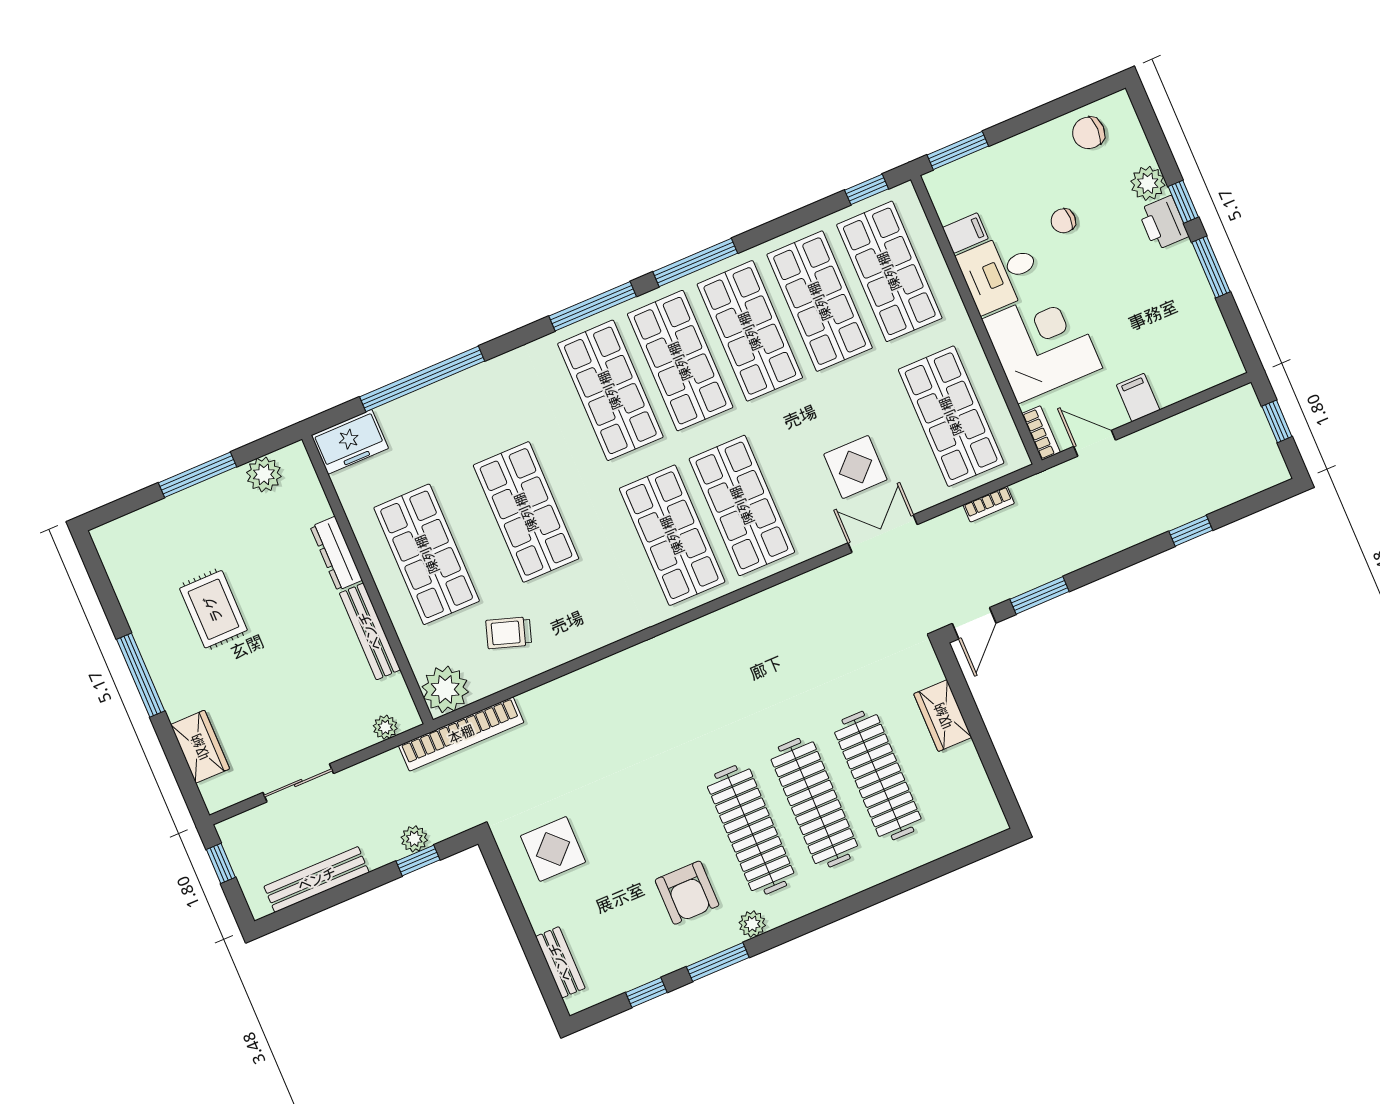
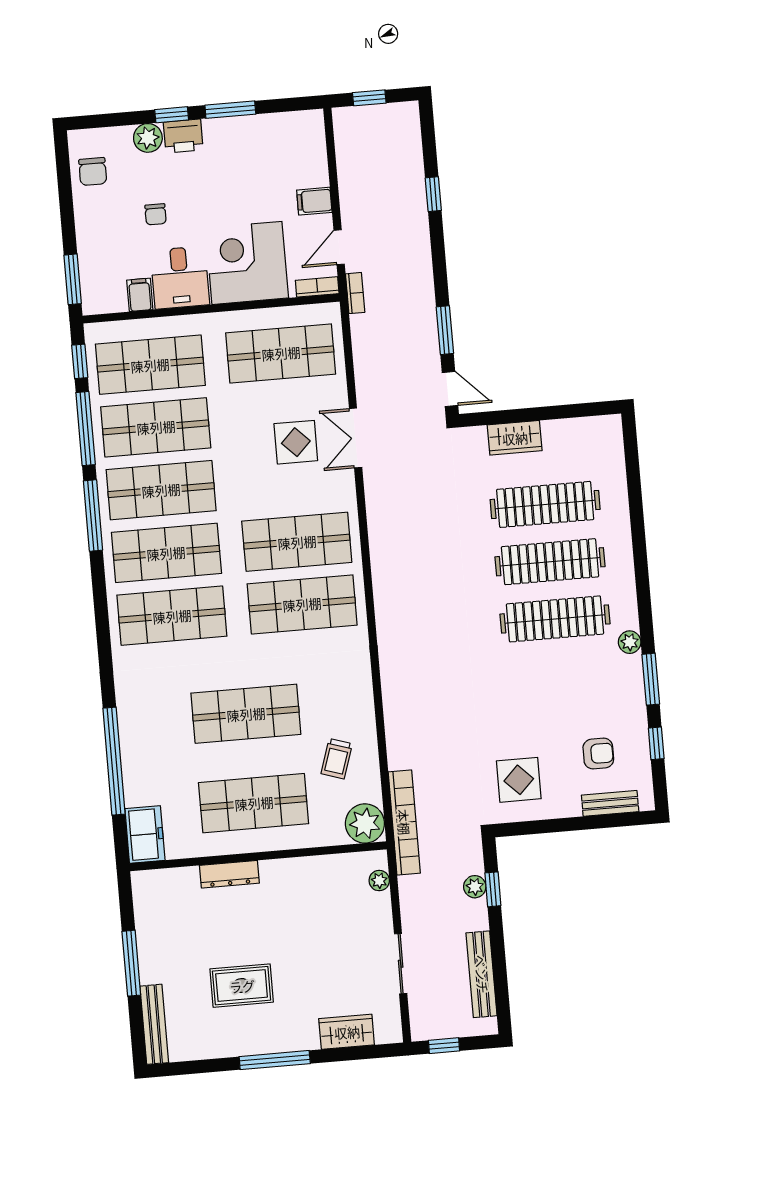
window: (593, 306) -> (86, 429), moved
plant: (264, 474) -> (148, 911), removed
bookcase: (989, 504) -> (355, 293), moved
bench: (370, 631) -> (154, 1024), moved, turned 90
armchair: (687, 893) -> (598, 754), moved, width x0.72, depth x0.72

